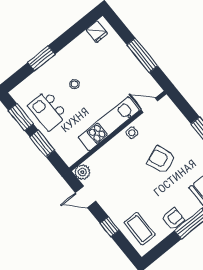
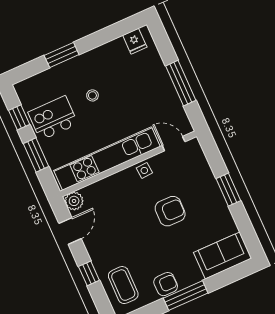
kitchen island: (48, 111) -> (53, 118), turned 90
window: (21, 117) -> (19, 117), width x0.67
kitchen unit: (109, 124) -> (107, 159), width x1.36
armchair: (161, 160) -> (170, 211), turned 112
door: (86, 197) -> (70, 231), swing flipped

